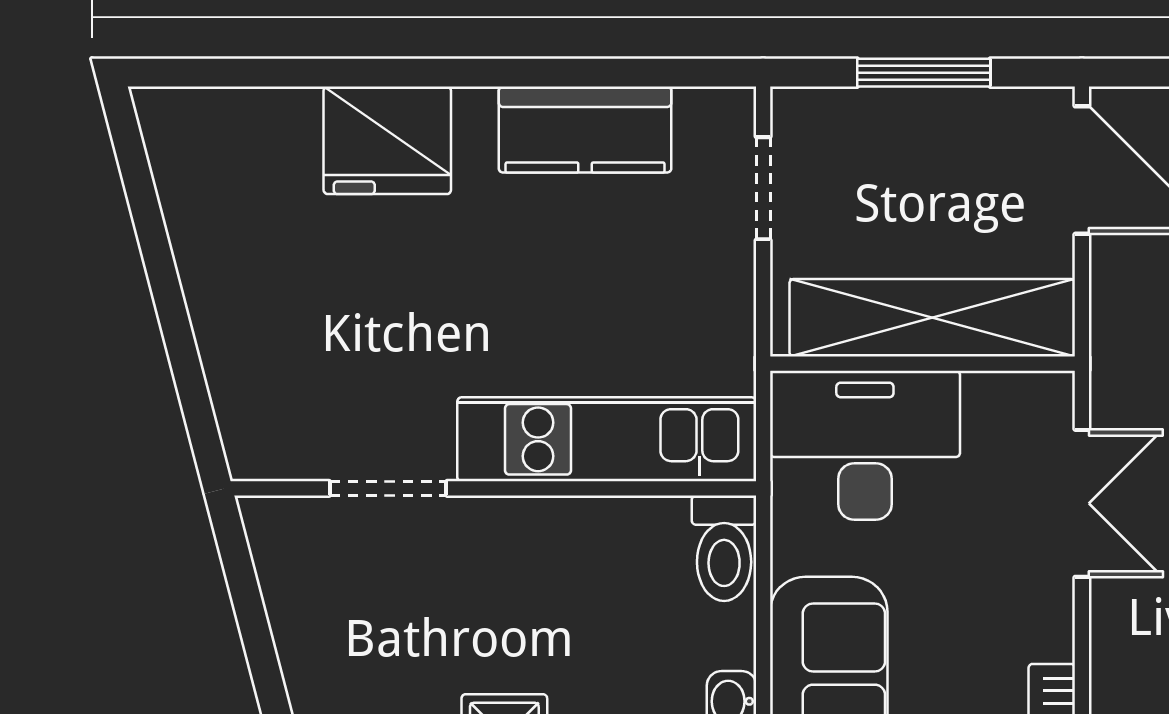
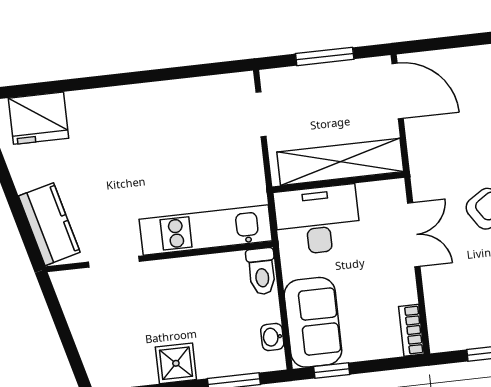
kitchen counter: (585, 130) -> (49, 224), moved, turned -105
fridge: (387, 140) -> (39, 118), moved

